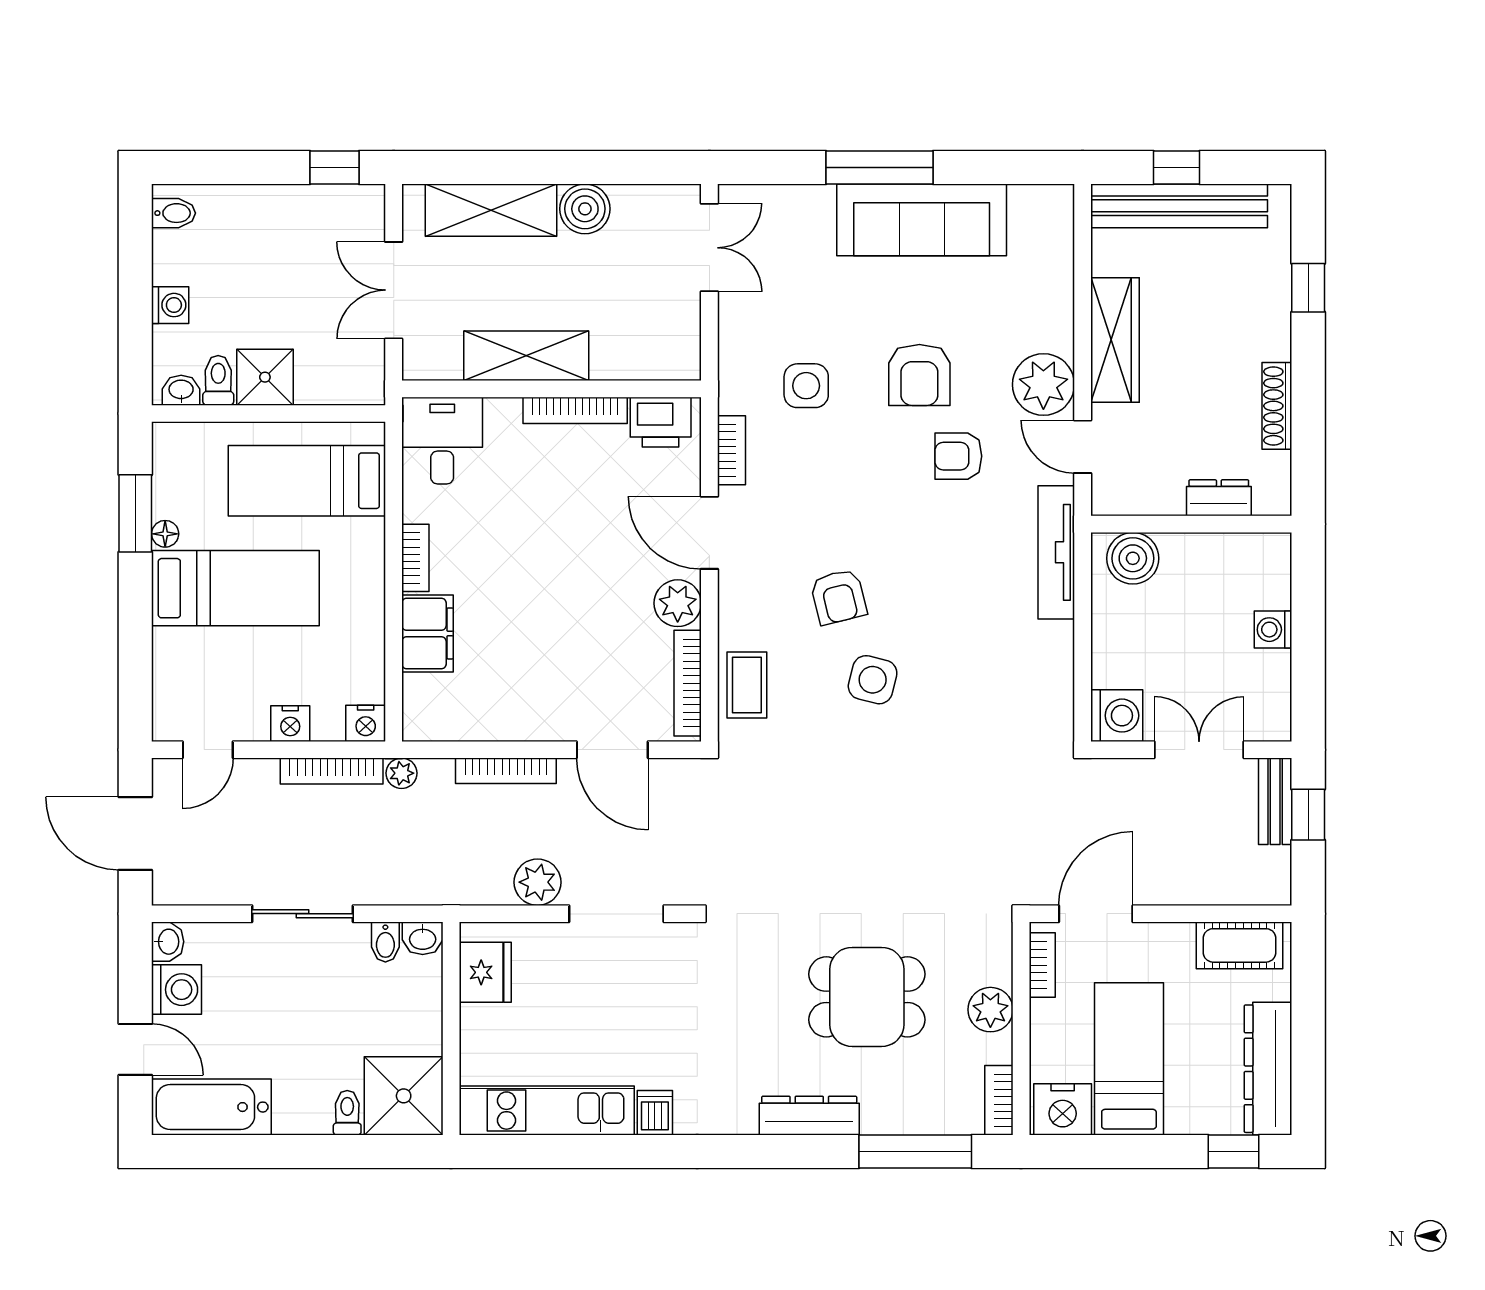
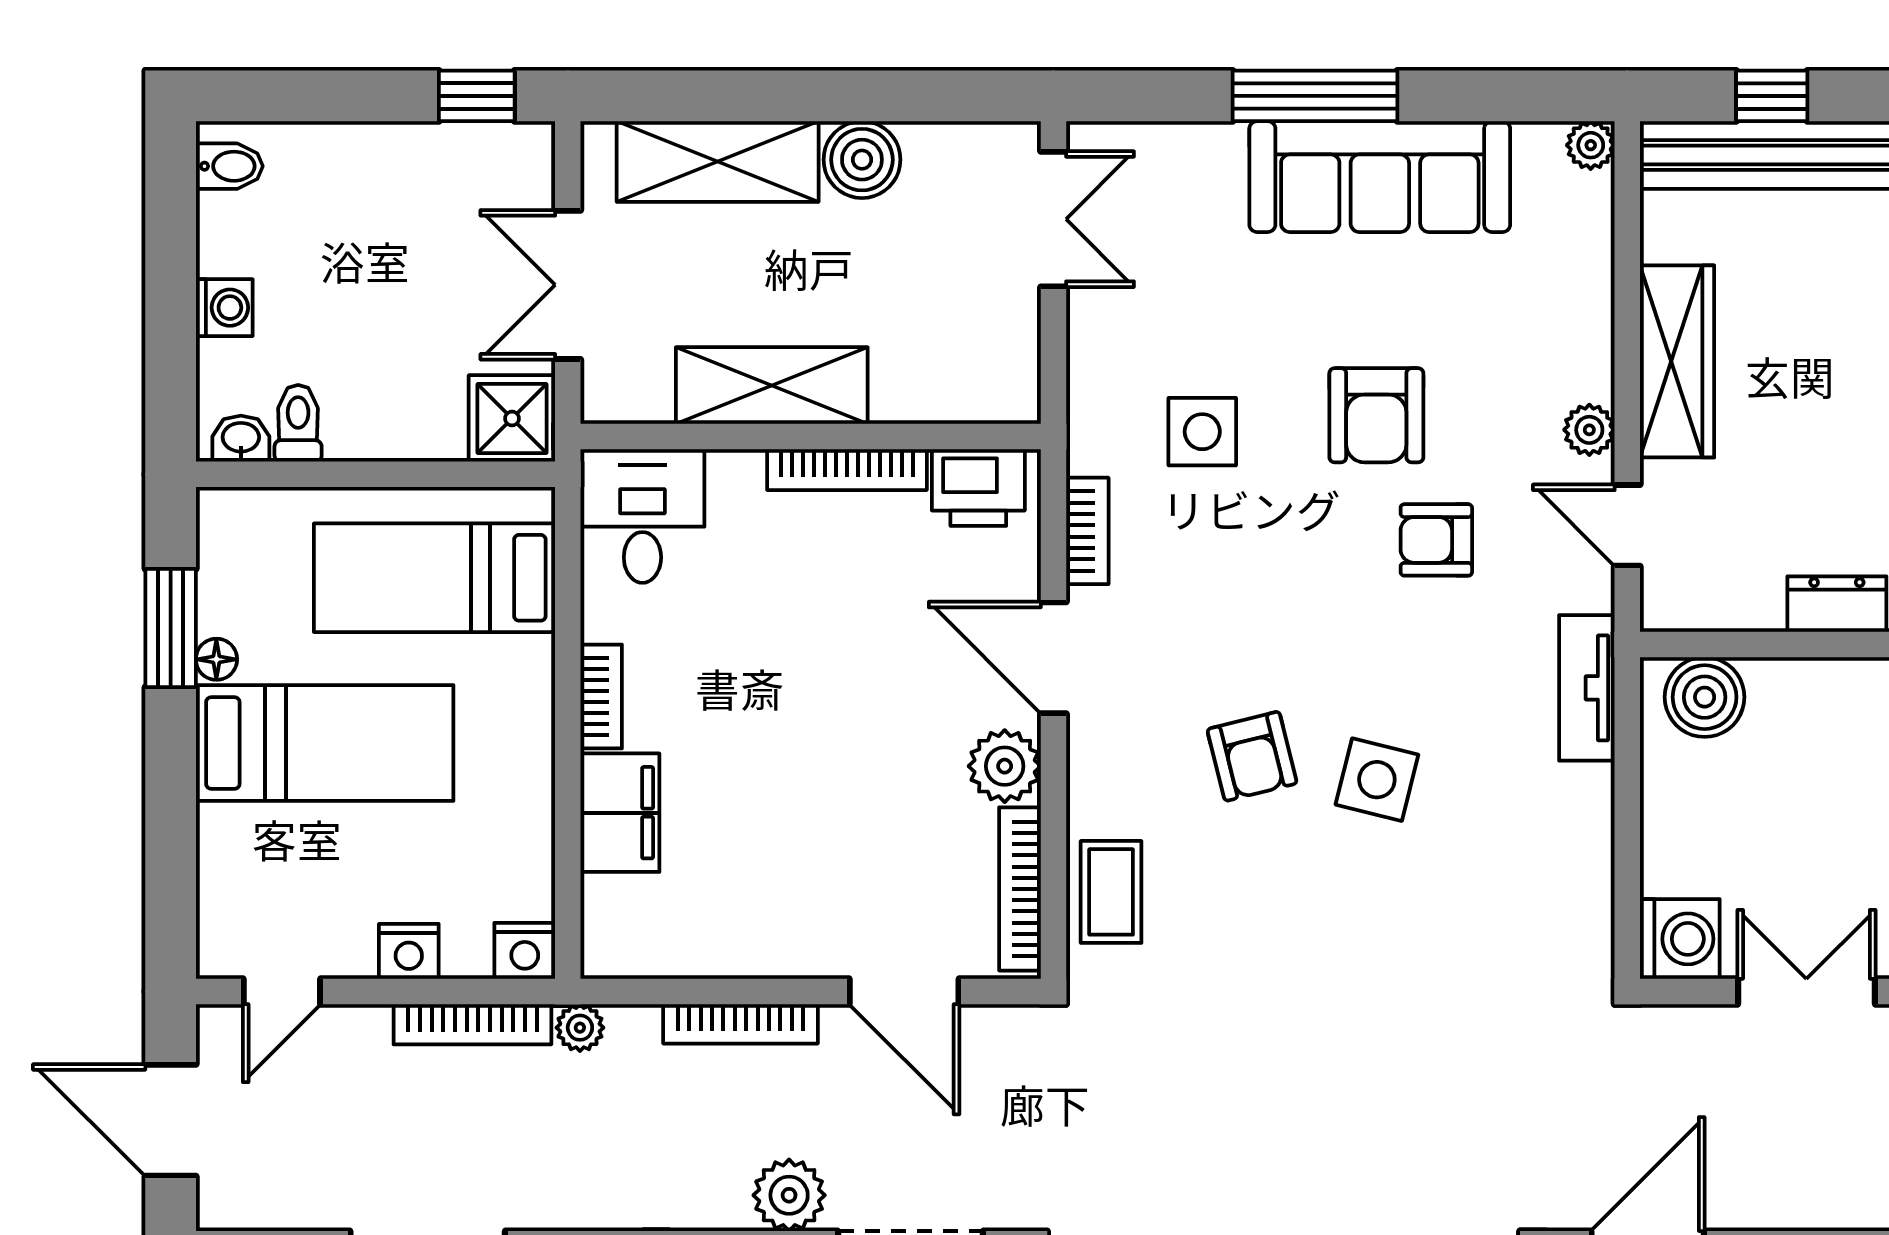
plant: (1059, 199) -> (1591, 145), added
shower: (265, 377) -> (512, 418), moved
plant: (1043, 385) -> (1589, 430), width x0.53, depth x0.53
tv unit: (1056, 552) -> (1587, 688), width x0.71
side table: (873, 680) -> (1377, 780), moved

